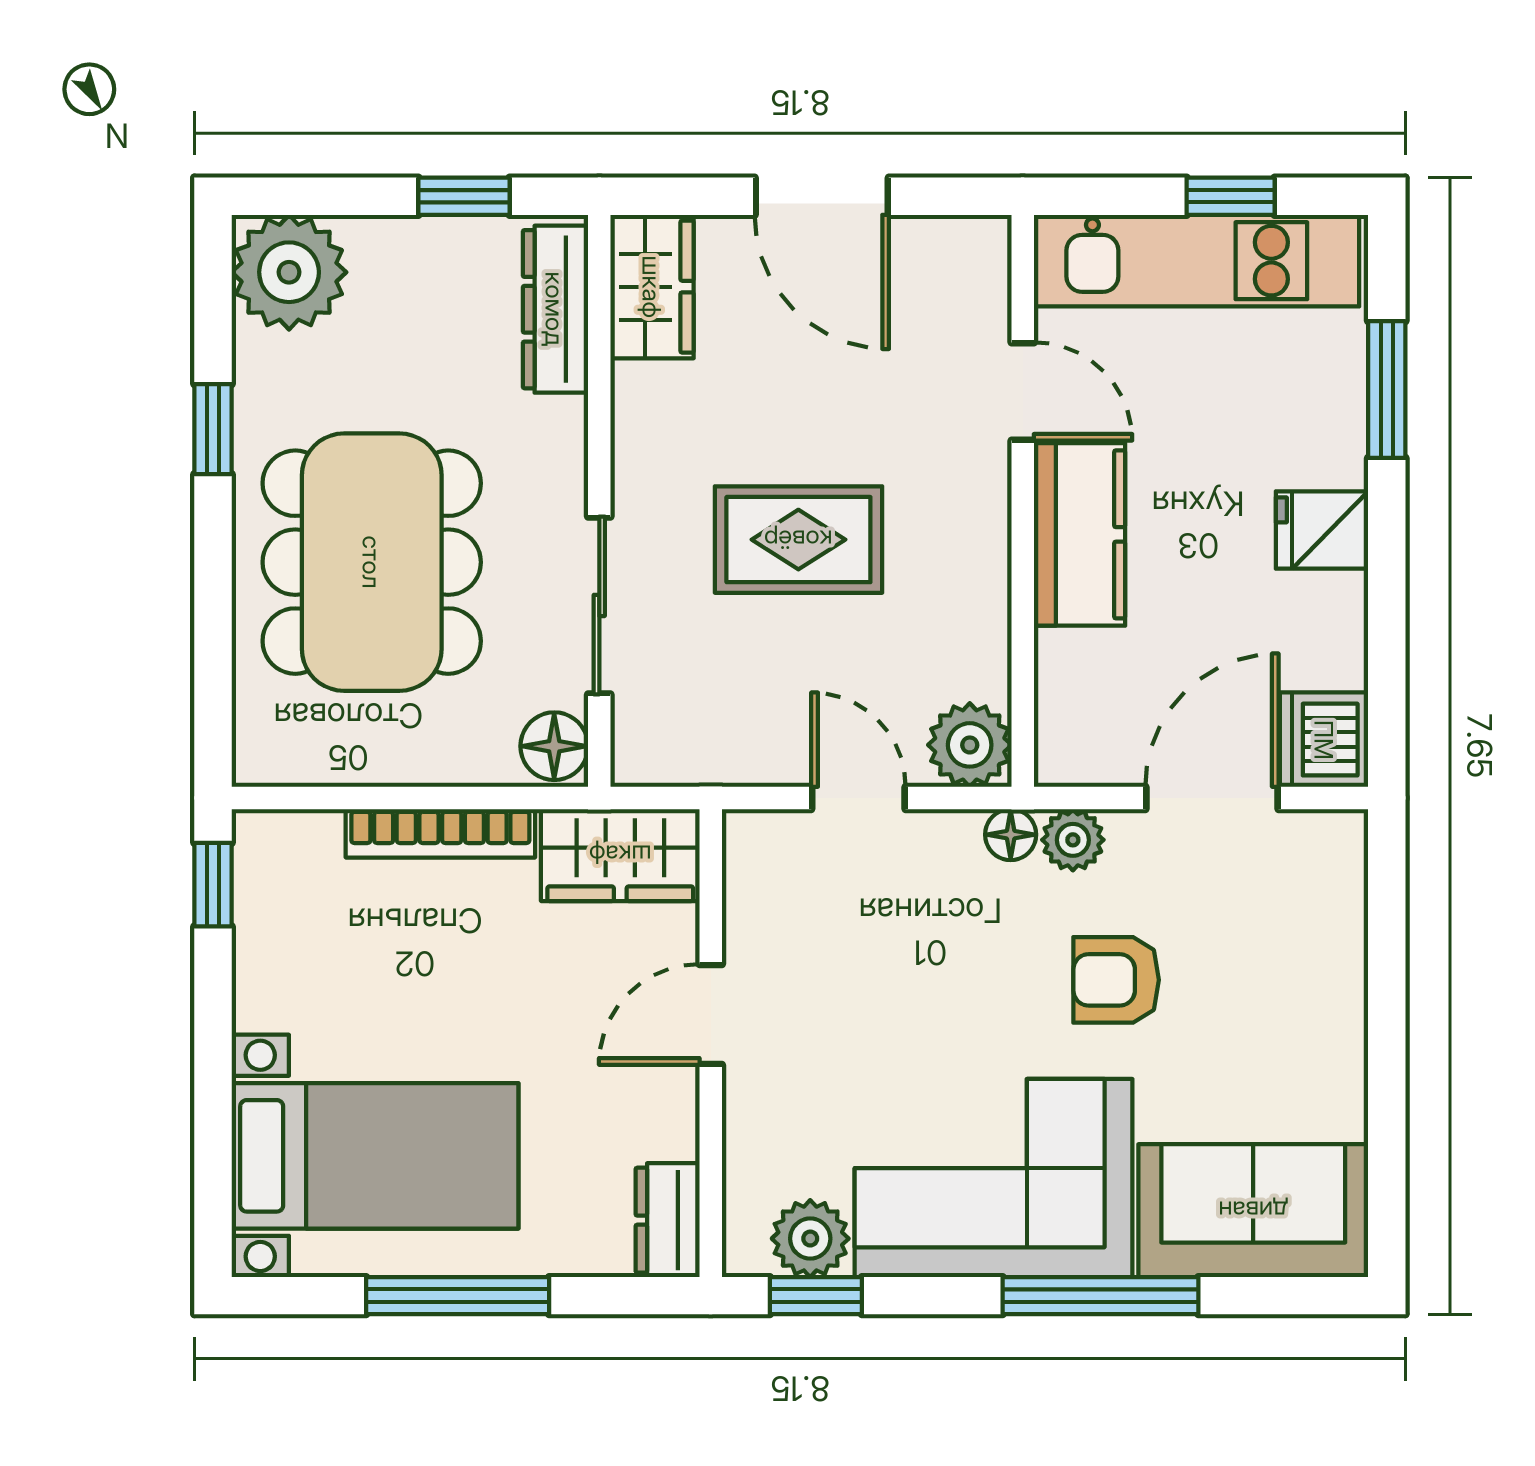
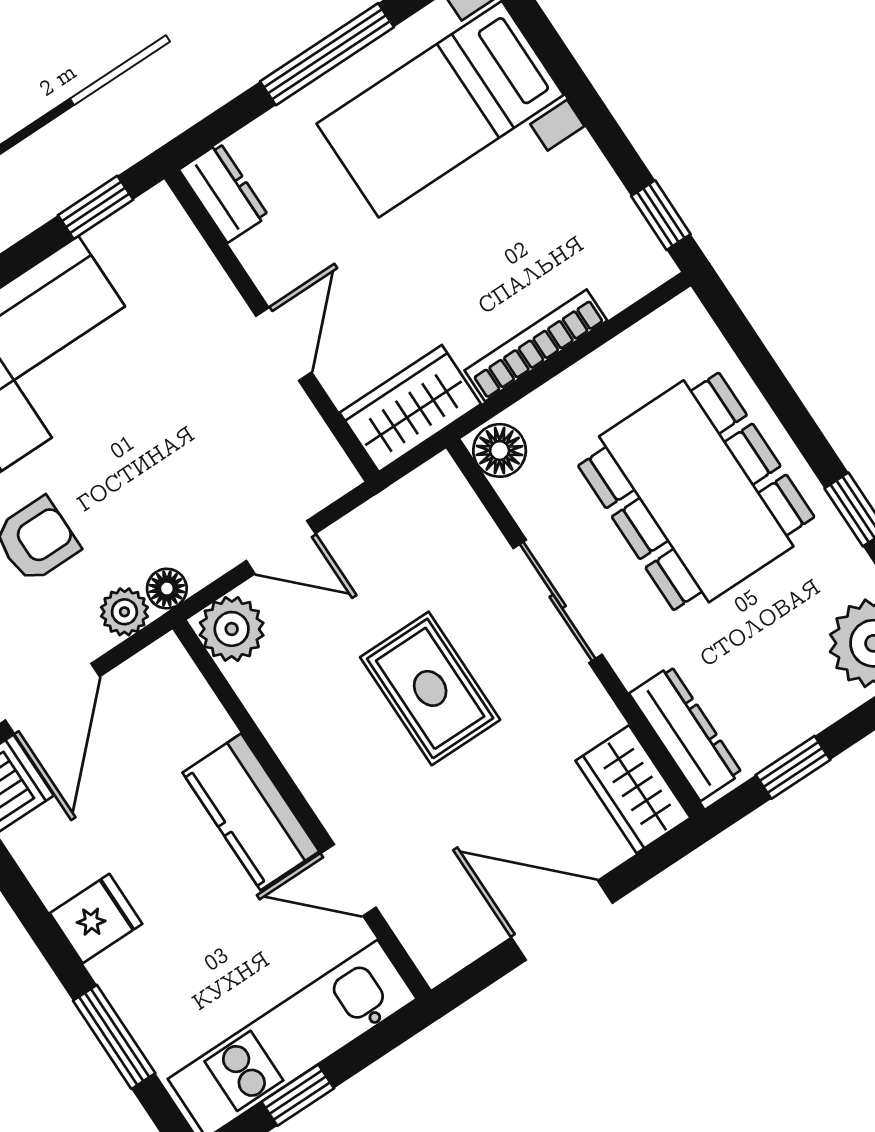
rug: (798, 540) -> (430, 688), turned 90
sliding door: (599, 605) -> (558, 601), moved
plant: (810, 1239) -> (124, 242), removed

